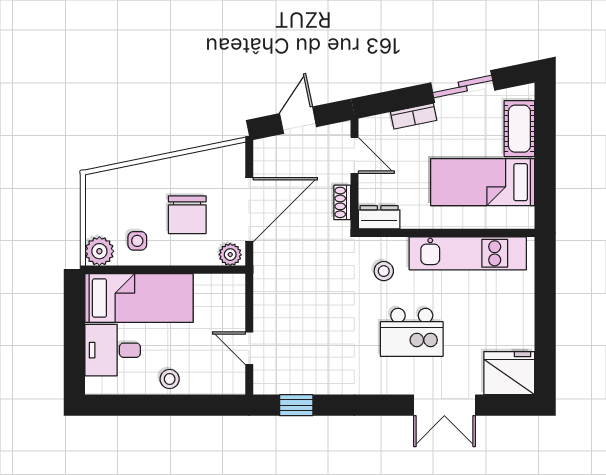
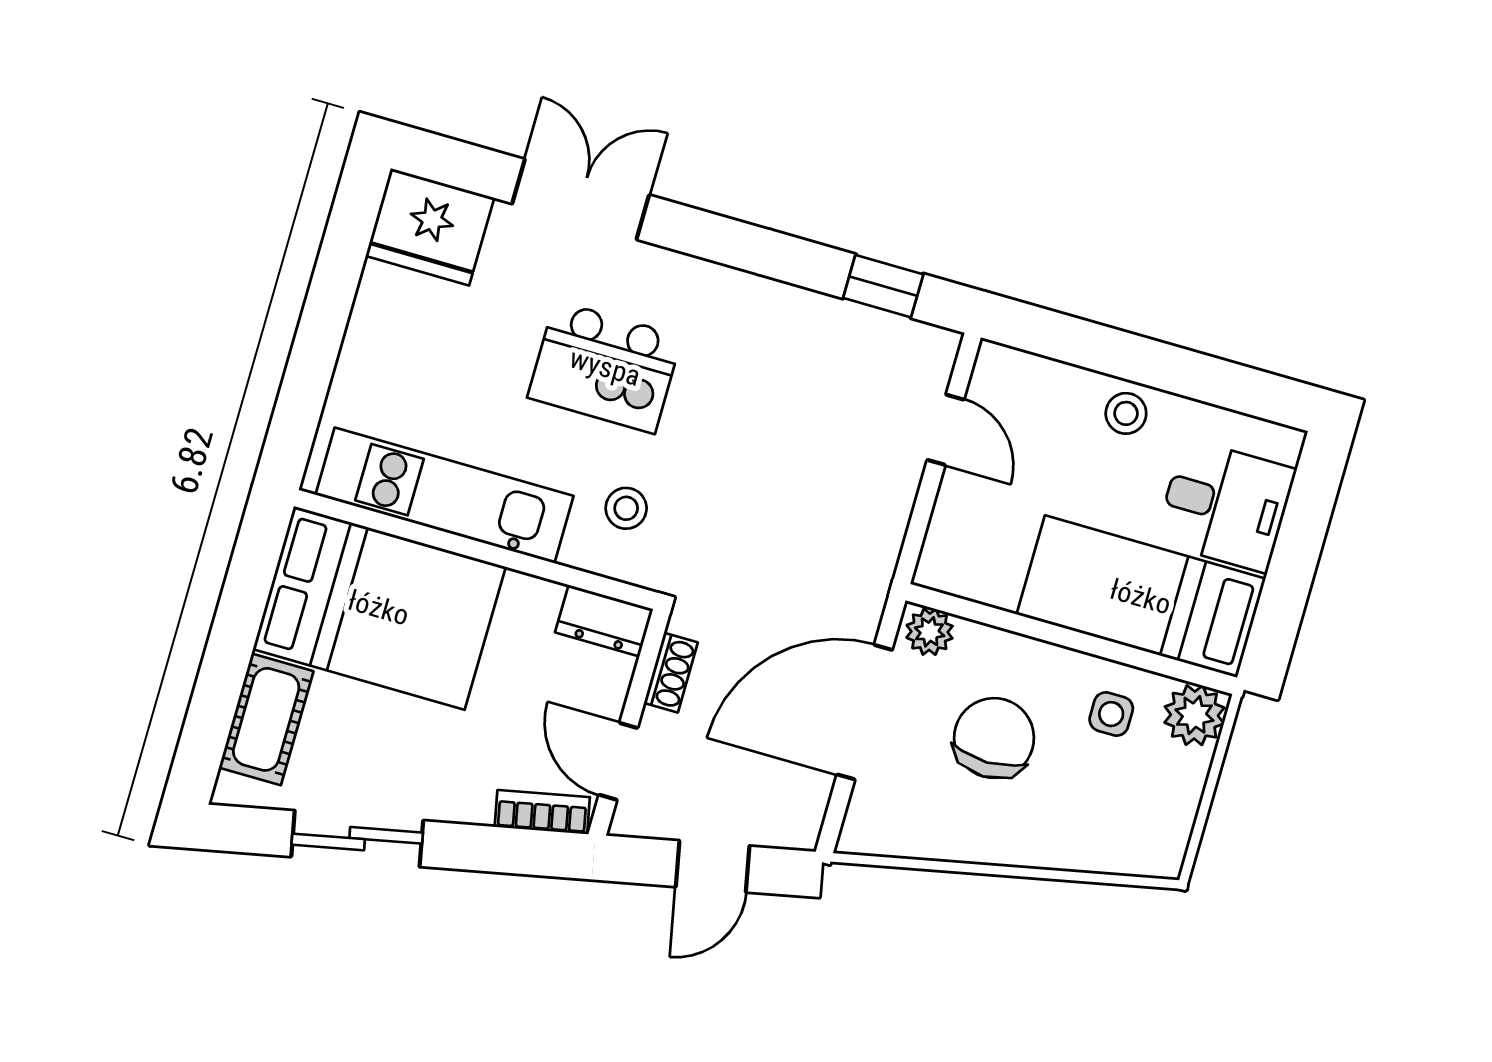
bookcase: (414, 116) -> (542, 812), moved
bed: (483, 182) -> (379, 608), width x1.50
kitchen island: (412, 332) -> (605, 367), turned 180

